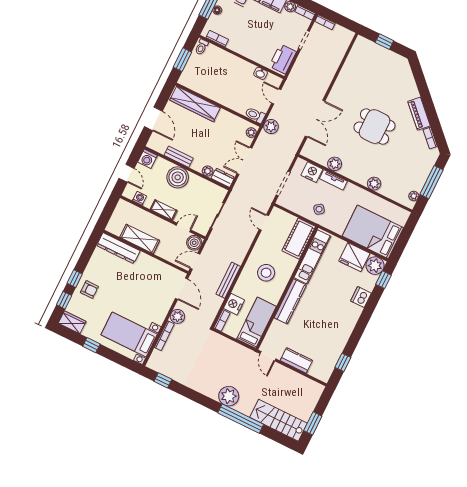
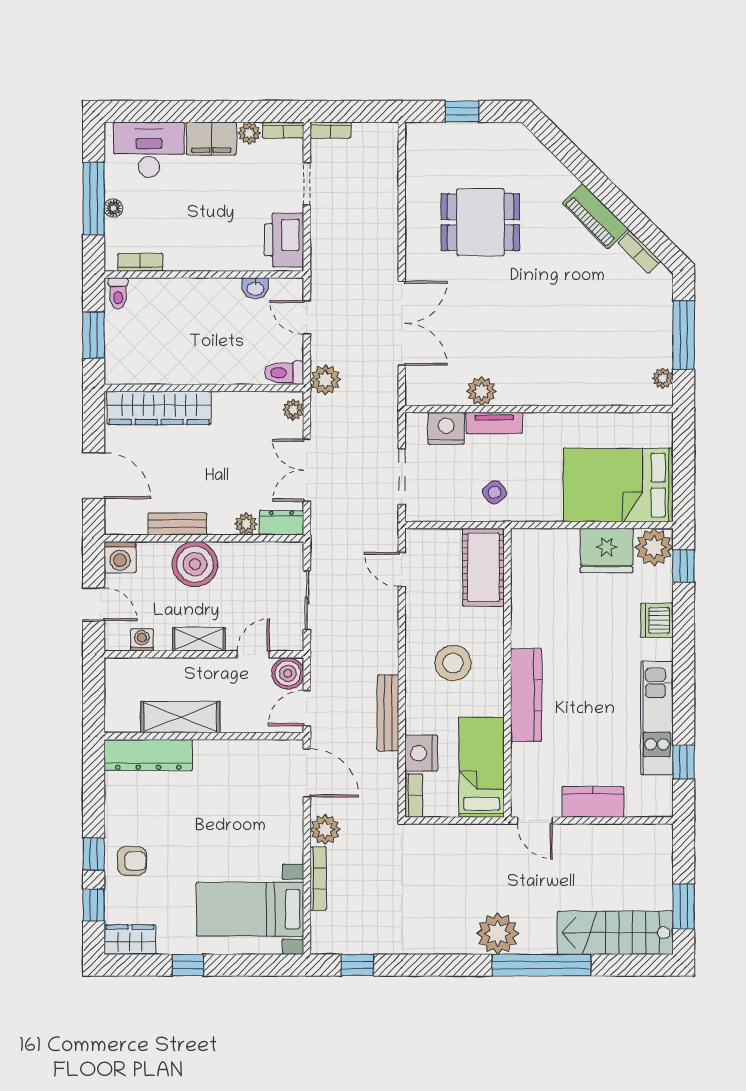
dining table: (374, 127) -> (480, 222), moved
plant: (374, 184) -> (575, 392), removed
kitchen unit: (312, 257) -> (657, 718), moved, turned 180

